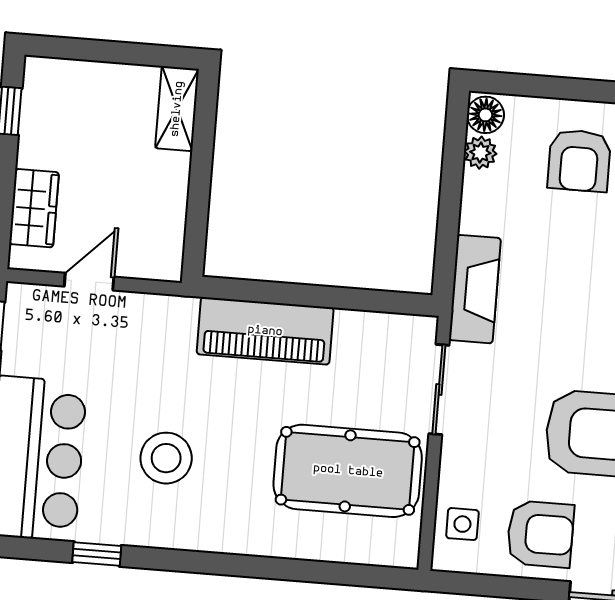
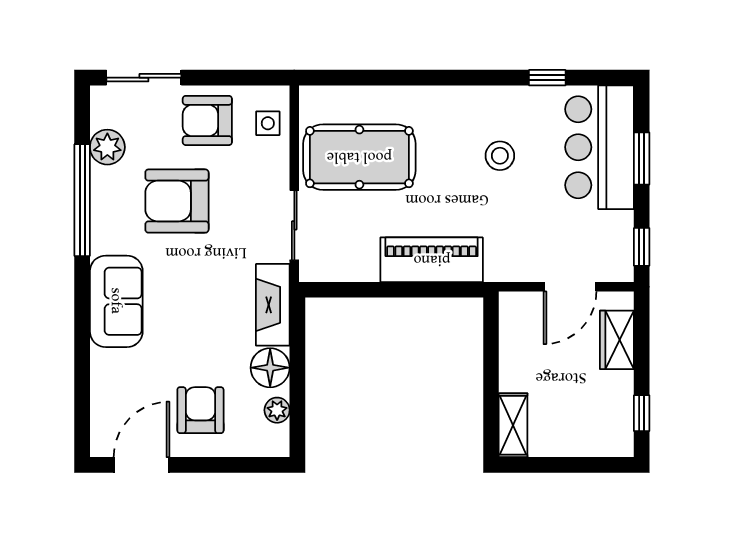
floor lamp: (485, 115) -> (270, 368), moved, width x1.38, depth x1.38
door: (89, 282) -> (570, 287), width x1.38
stool: (166, 458) -> (500, 156), width x0.73, depth x0.73

